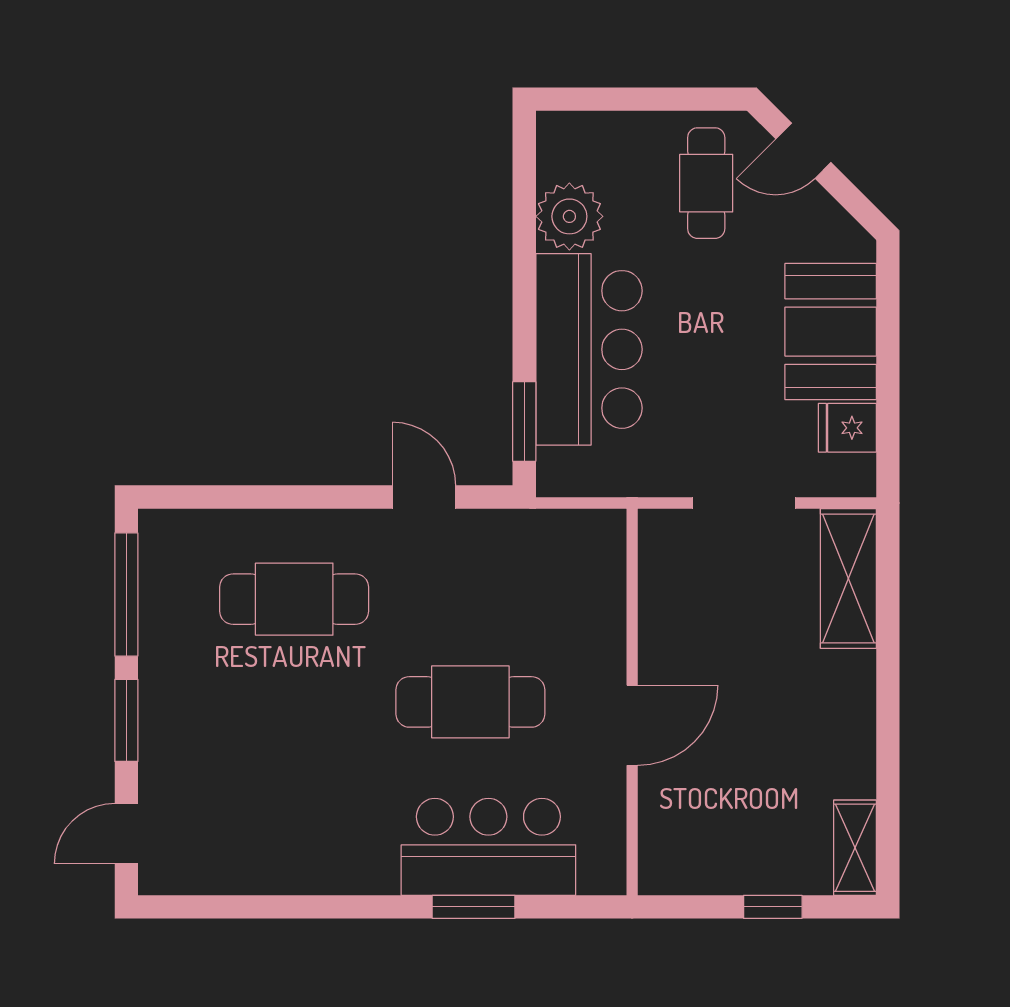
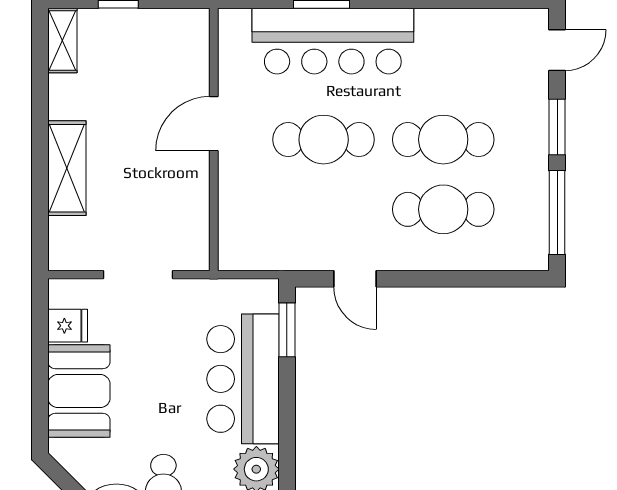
shelving: (848, 578) -> (67, 168), moved
cafe table: (294, 702) -> (443, 140), added
bar counter: (488, 847) -> (333, 41), width x1.36

